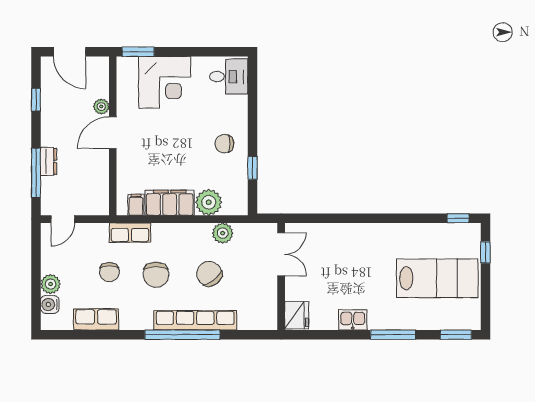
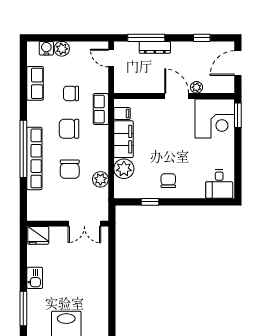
corner desk: (165, 82) -> (215, 118), moved, turned -90
dresser: (49, 161) -> (155, 47), width x1.44
chair: (209, 274) -> (70, 169), turned 128

